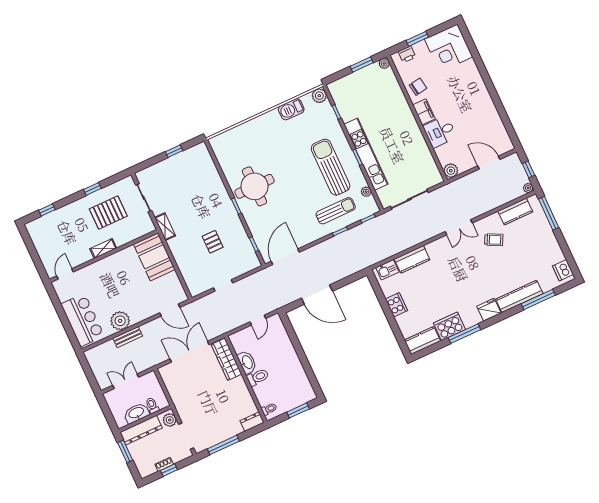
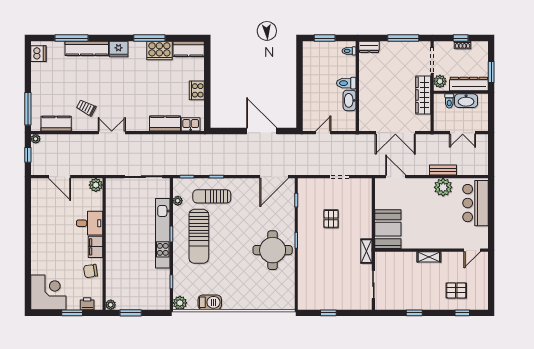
pallet: (108, 213) -> (456, 290), moved, width x0.67, depth x0.71
wardrobe: (226, 359) -> (423, 95), moved, turned 180

